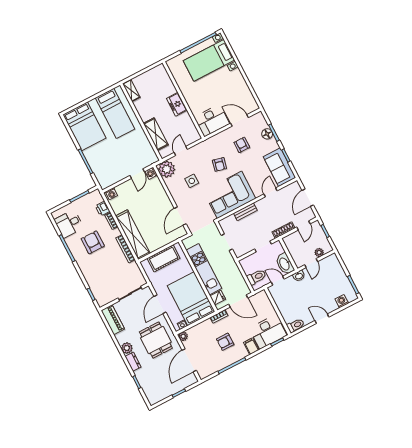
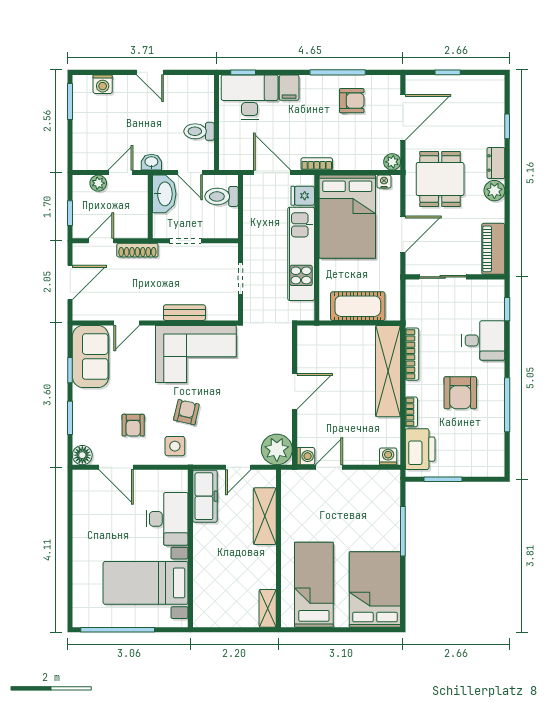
bed with nightstands: (209, 60) -> (146, 583), moved, turned 180
freezer: (177, 104) -> (205, 496), moved, width x1.40
desk: (212, 121) -> (167, 519), moved, turned 90
floor lamp: (267, 134) -> (82, 455), moved
side table: (192, 181) -> (175, 446), moved
printer: (103, 209) -> (420, 449), width x1.87, depth x1.48
door: (180, 216) -> (295, 391), moved
desk: (69, 224) -> (483, 340), moved
toilet: (296, 325) -> (199, 131), moved
armchair: (225, 342) -> (352, 101), moved

